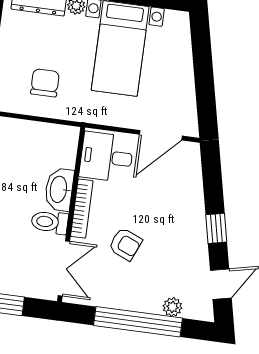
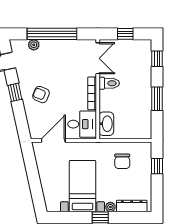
washbasin: (59, 189) -> (106, 124), moved
armchair: (125, 244) -> (41, 95), moved
double door: (64, 268) -> (98, 58), swing flipped

